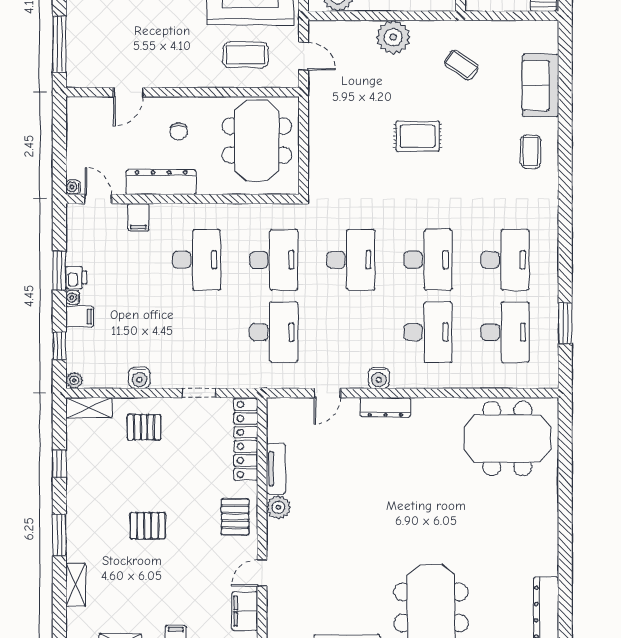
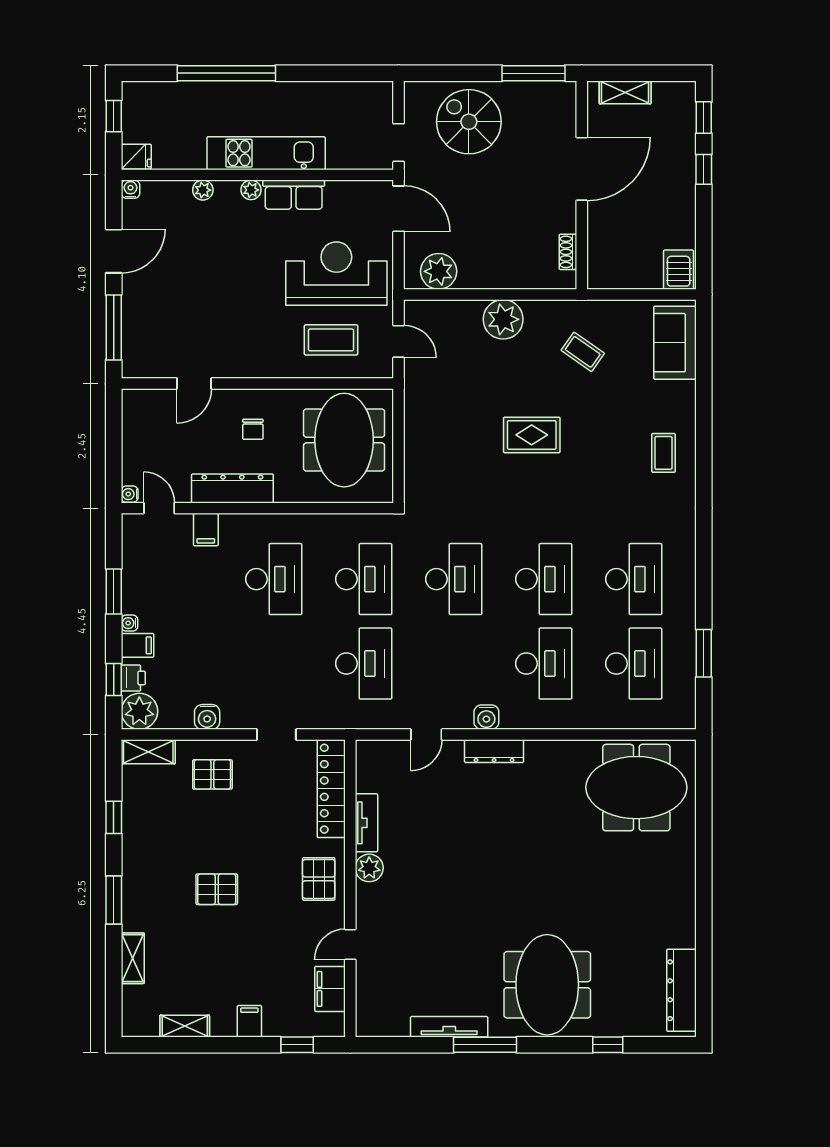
sofa: (540, 85) -> (675, 343), moved
printer: (76, 278) -> (133, 678), moved
plant: (74, 380) -> (139, 711), width x1.88, depth x1.88

